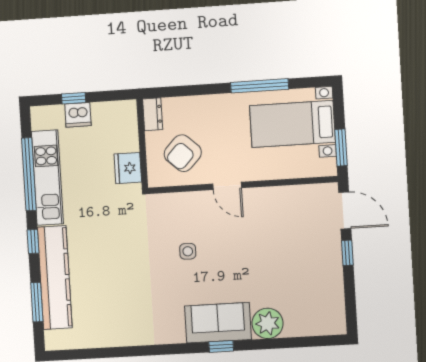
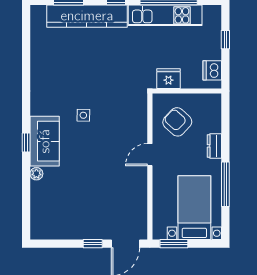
dresser: (153, 114) -> (214, 146), moved, turned 90
dishwasher: (78, 115) -> (212, 70), moved
side table: (188, 251) -> (83, 115), moved
plant: (268, 323) -> (36, 174), width x0.53, depth x0.53

